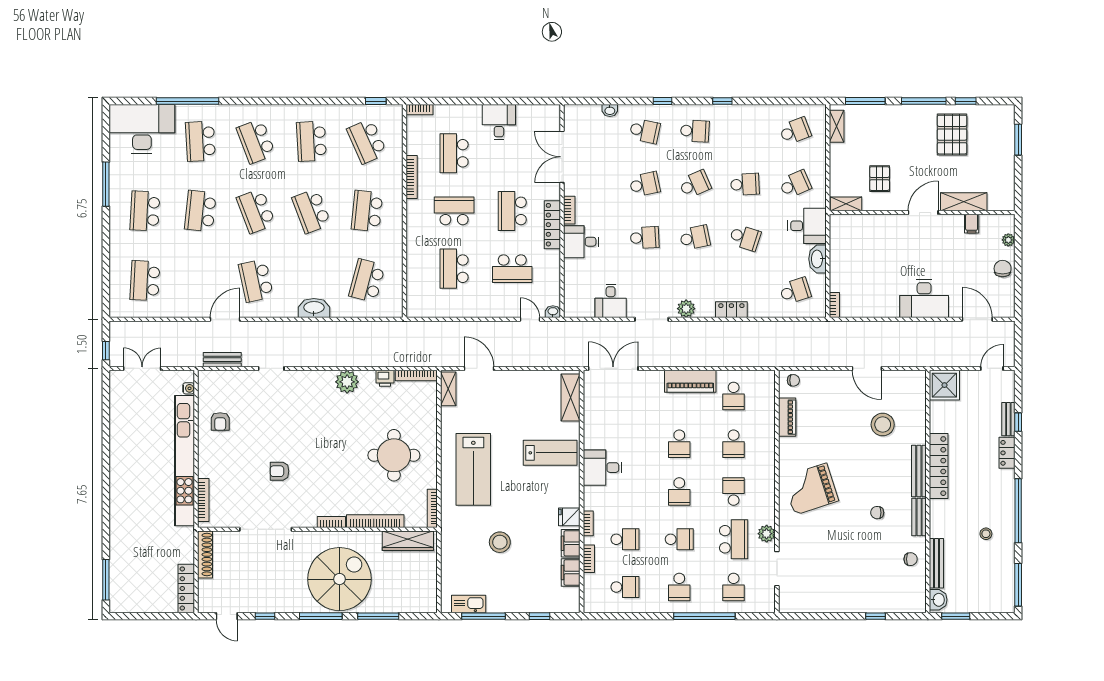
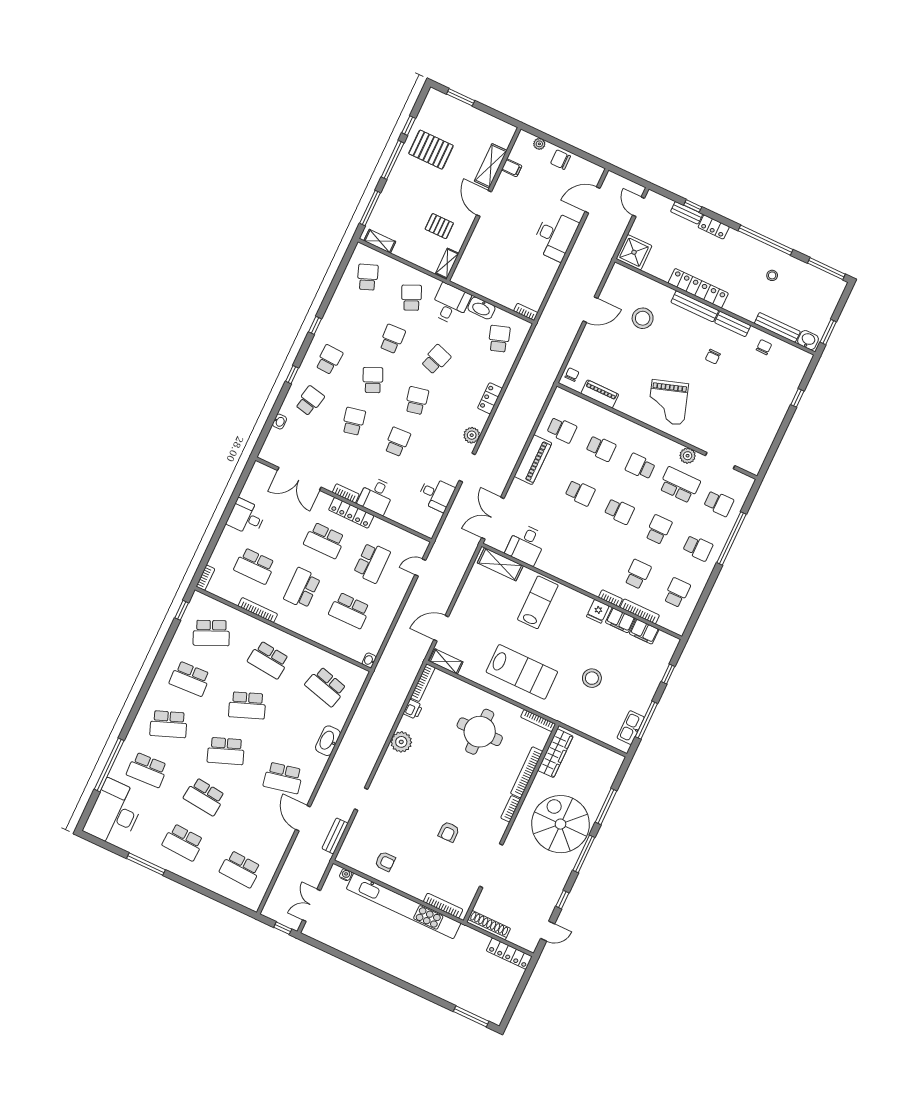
washbasin: (553, 312) -> (369, 660), moved
desk: (602, 468) -> (526, 544), moved
bookcase: (589, 559) -> (640, 611), width x1.56

